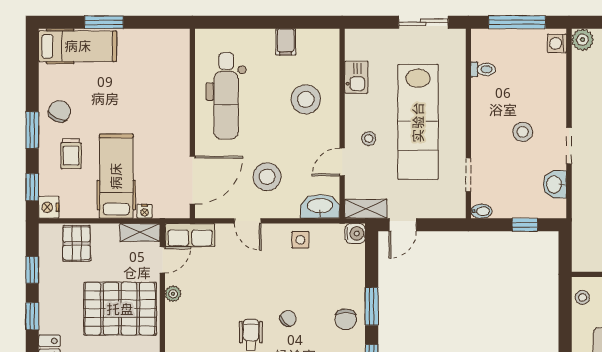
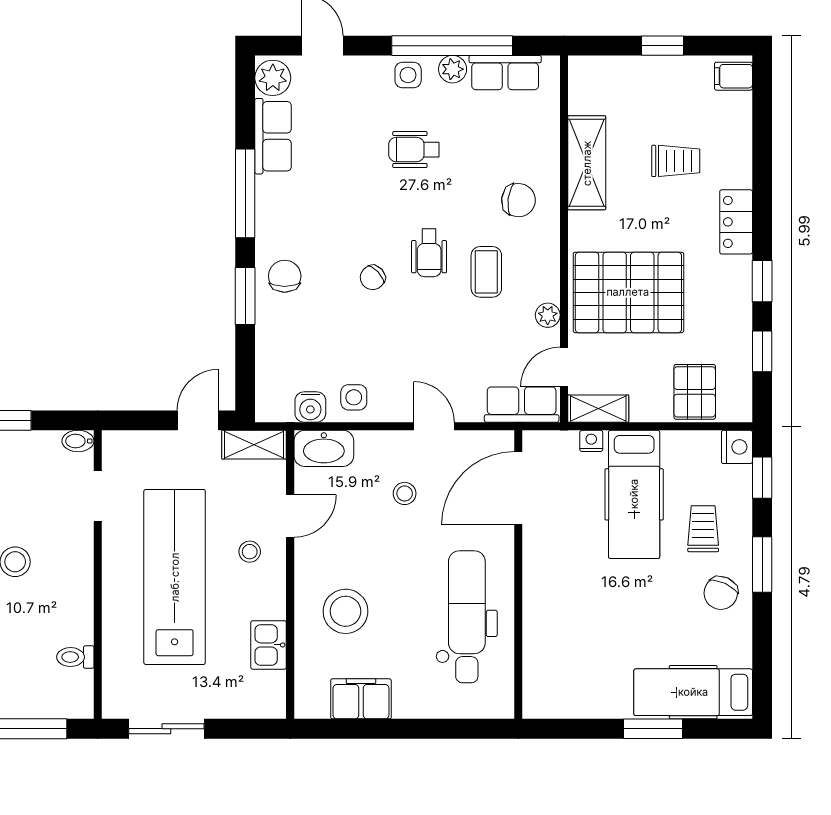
filing cabinet: (286, 42) -> (361, 699), width x2.00
stool: (267, 177) -> (405, 493), width x0.53, depth x0.53
water cooler: (355, 233) -> (310, 407), moved, turned -90
coffee table: (213, 322) -> (486, 272), added

